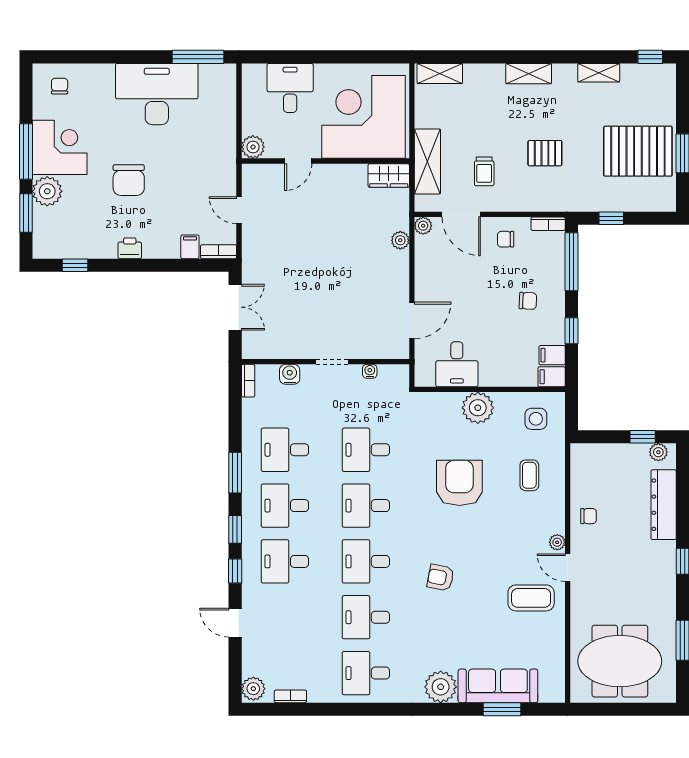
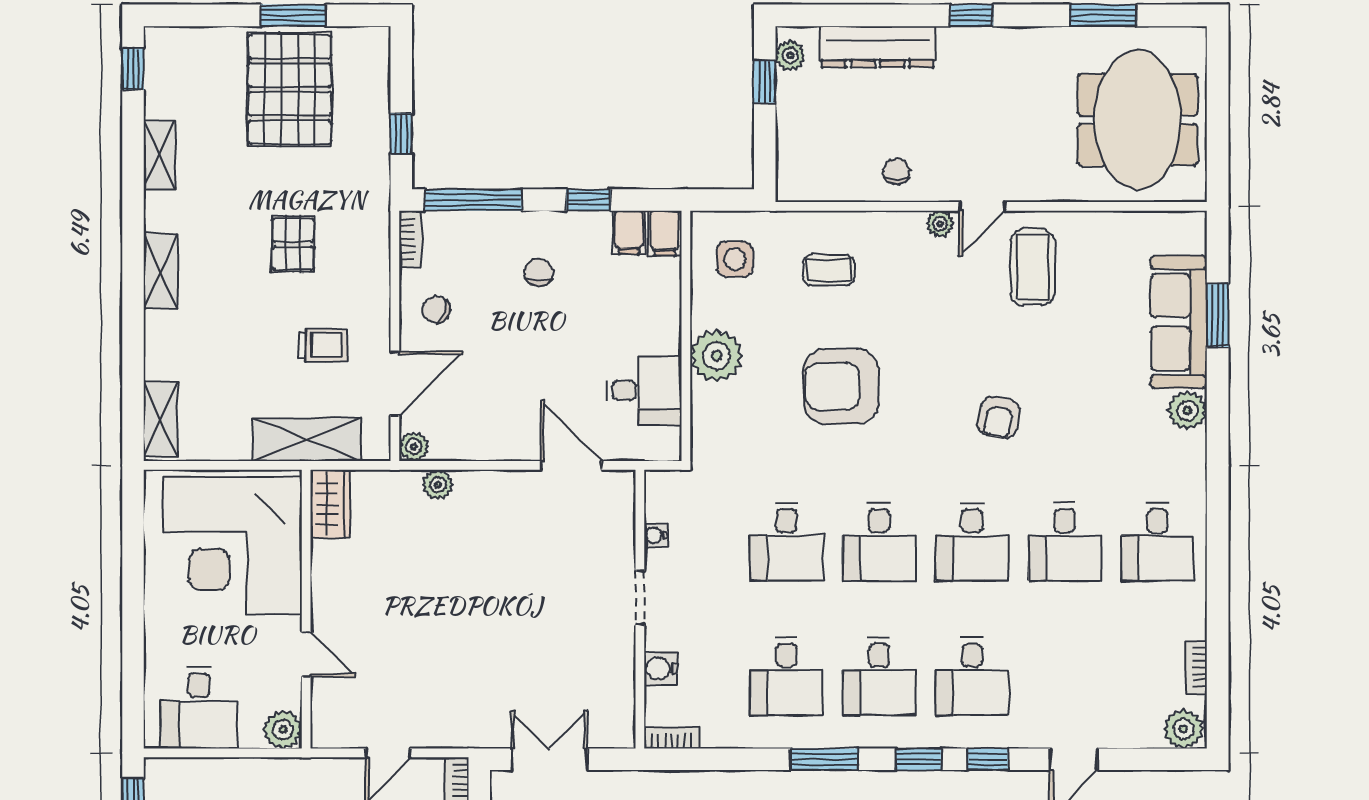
desk: (290, 88) -> (199, 708), moved, turned -90
chair: (506, 239) -> (436, 309), turned 111
plant: (441, 687) -> (1188, 411), width x0.73, depth x0.73

